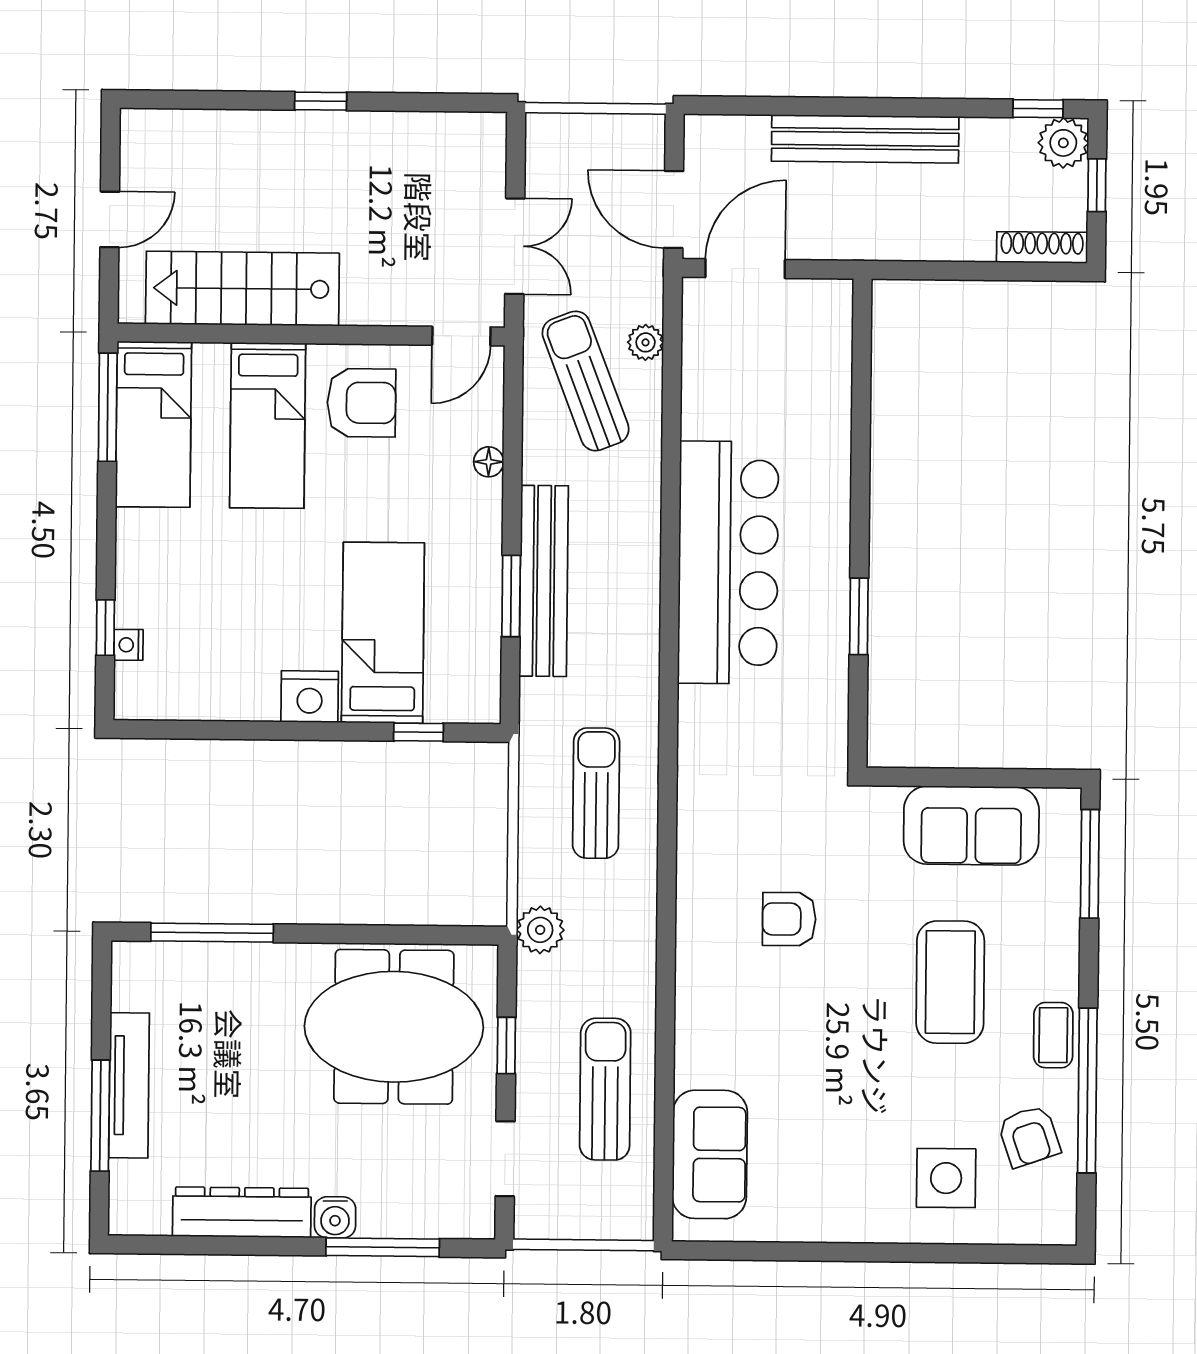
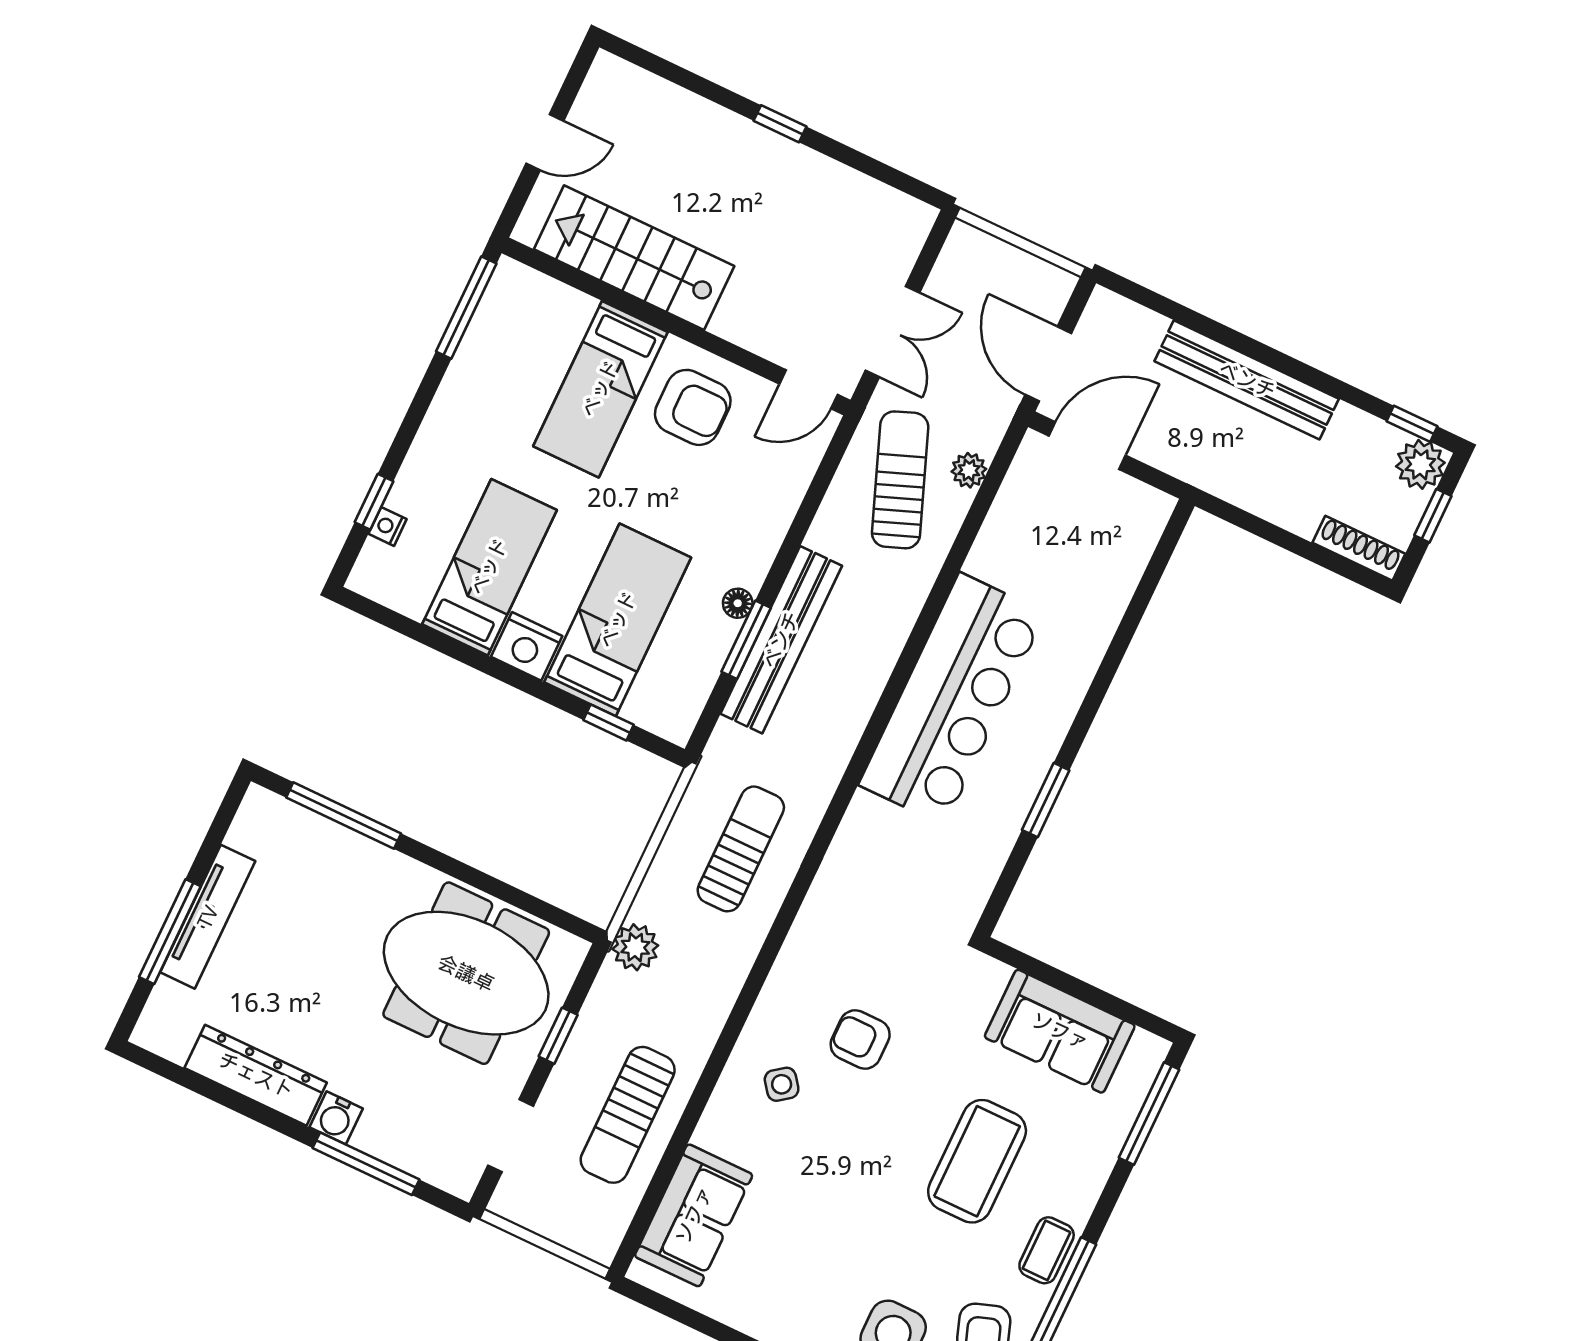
bed: (154, 424) -> (489, 567), moved, turned 180
floor lamp: (489, 462) -> (738, 603), moved
side table: (735, 995) -> (782, 1084), added
sun lounger: (605, 1089) -> (628, 1115), turned 180

